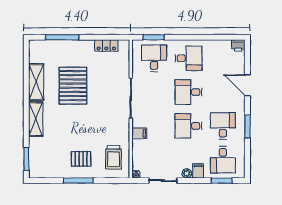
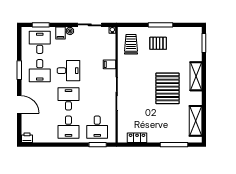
desk: (188, 58) -> (68, 127), turned -90
shelving: (36, 82) -> (196, 121), moved
pallet: (73, 86) -> (168, 88), moved
desk: (188, 92) -> (68, 99), turned -90

